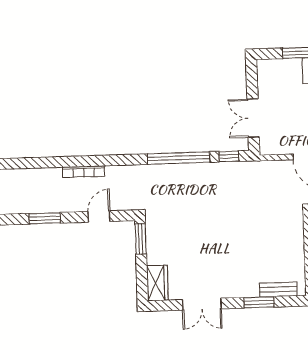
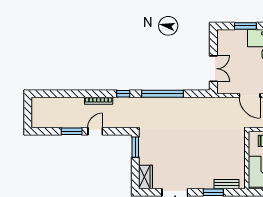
double door: (253, 118) -> (213, 69), swing flipped
window: (229, 156) -> (123, 94), moved
door: (99, 216) -> (95, 131), moved

